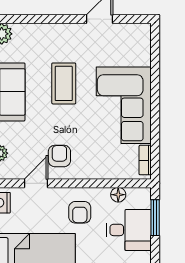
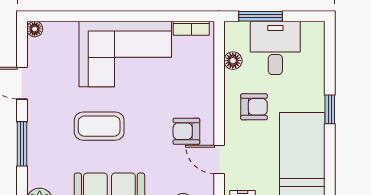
window: (49, 19) -> (22, 144), added
floor lamp: (145, 30) -> (35, 29), added

